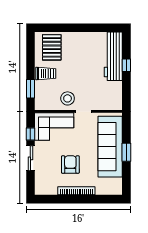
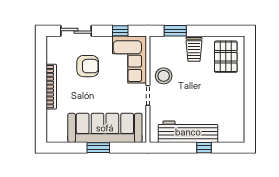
pallet: (52, 47) -> (226, 57), turned 90
workbench: (113, 56) -> (188, 132), moved
sliding door: (30, 158) -> (76, 31), moved
armchair: (70, 164) -> (88, 66), moved

